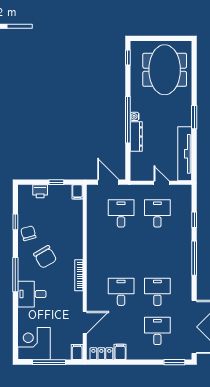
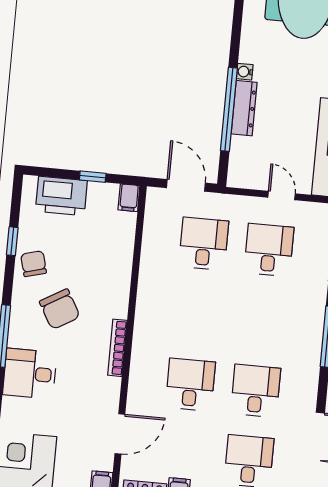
window: (128, 120) -> (229, 109), moved
printer: (40, 191) -> (61, 196), width x1.87, depth x1.48

